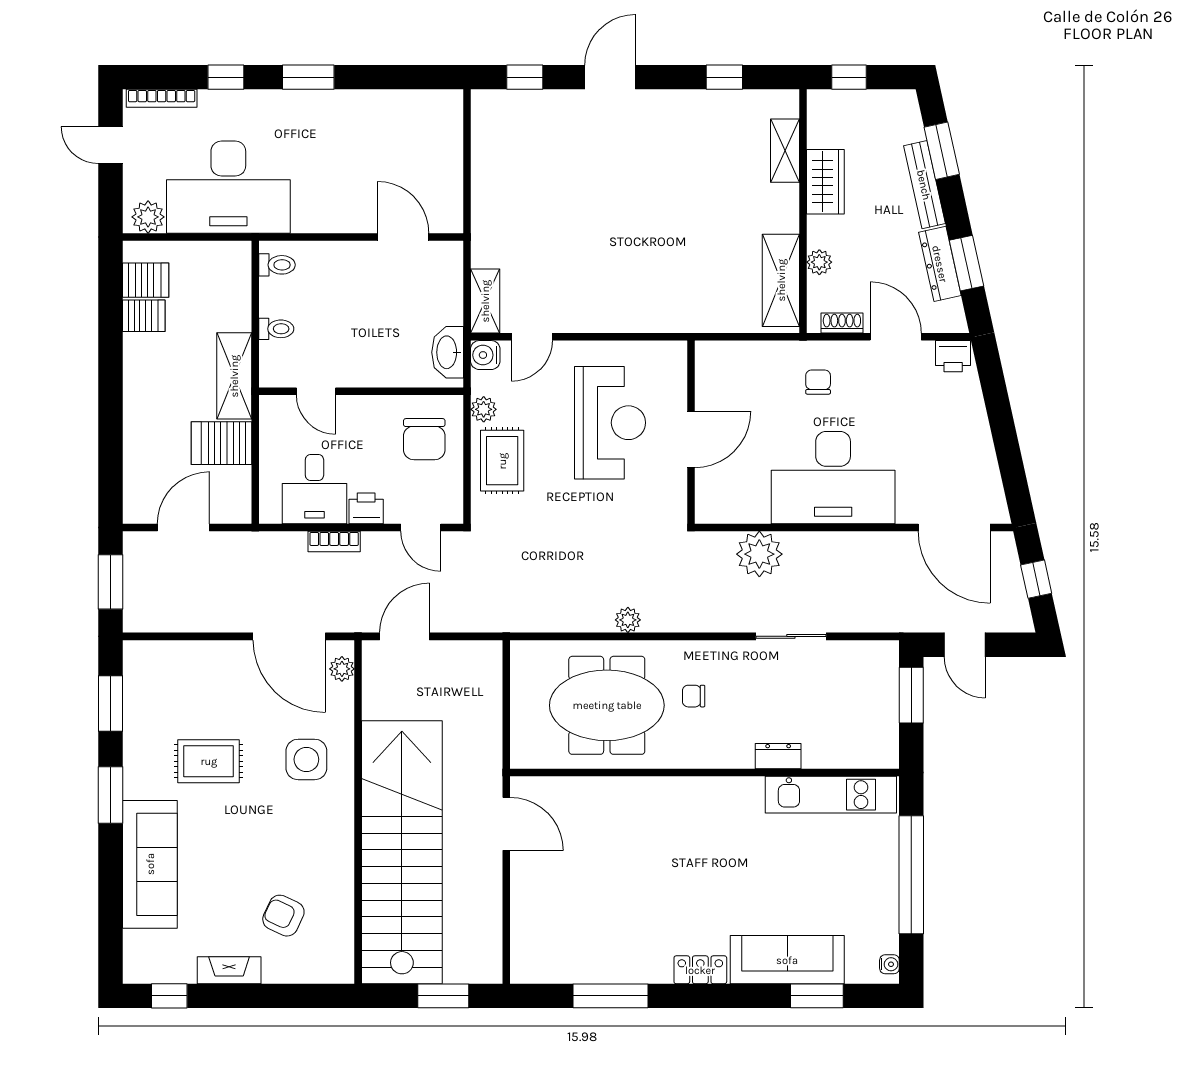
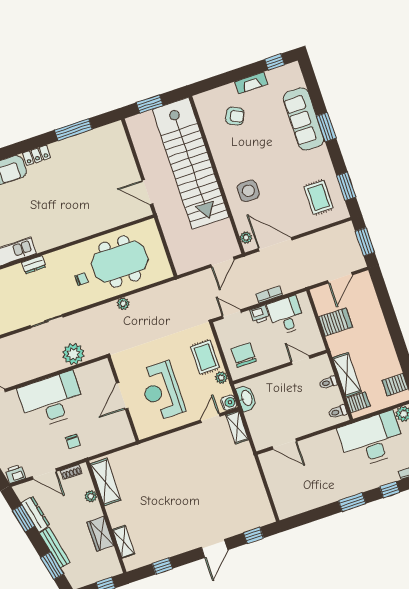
server rack: (144, 316) -> (358, 402), moved, turned 180
shelving: (234, 376) -> (347, 375), moved
rug: (209, 761) -> (319, 197), moved, turned 90
window: (111, 795) -> (326, 127), moved

